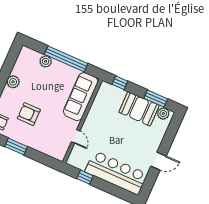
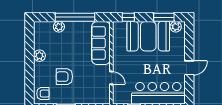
booth: (139, 109) -> (148, 36), width x1.36, depth x1.42

